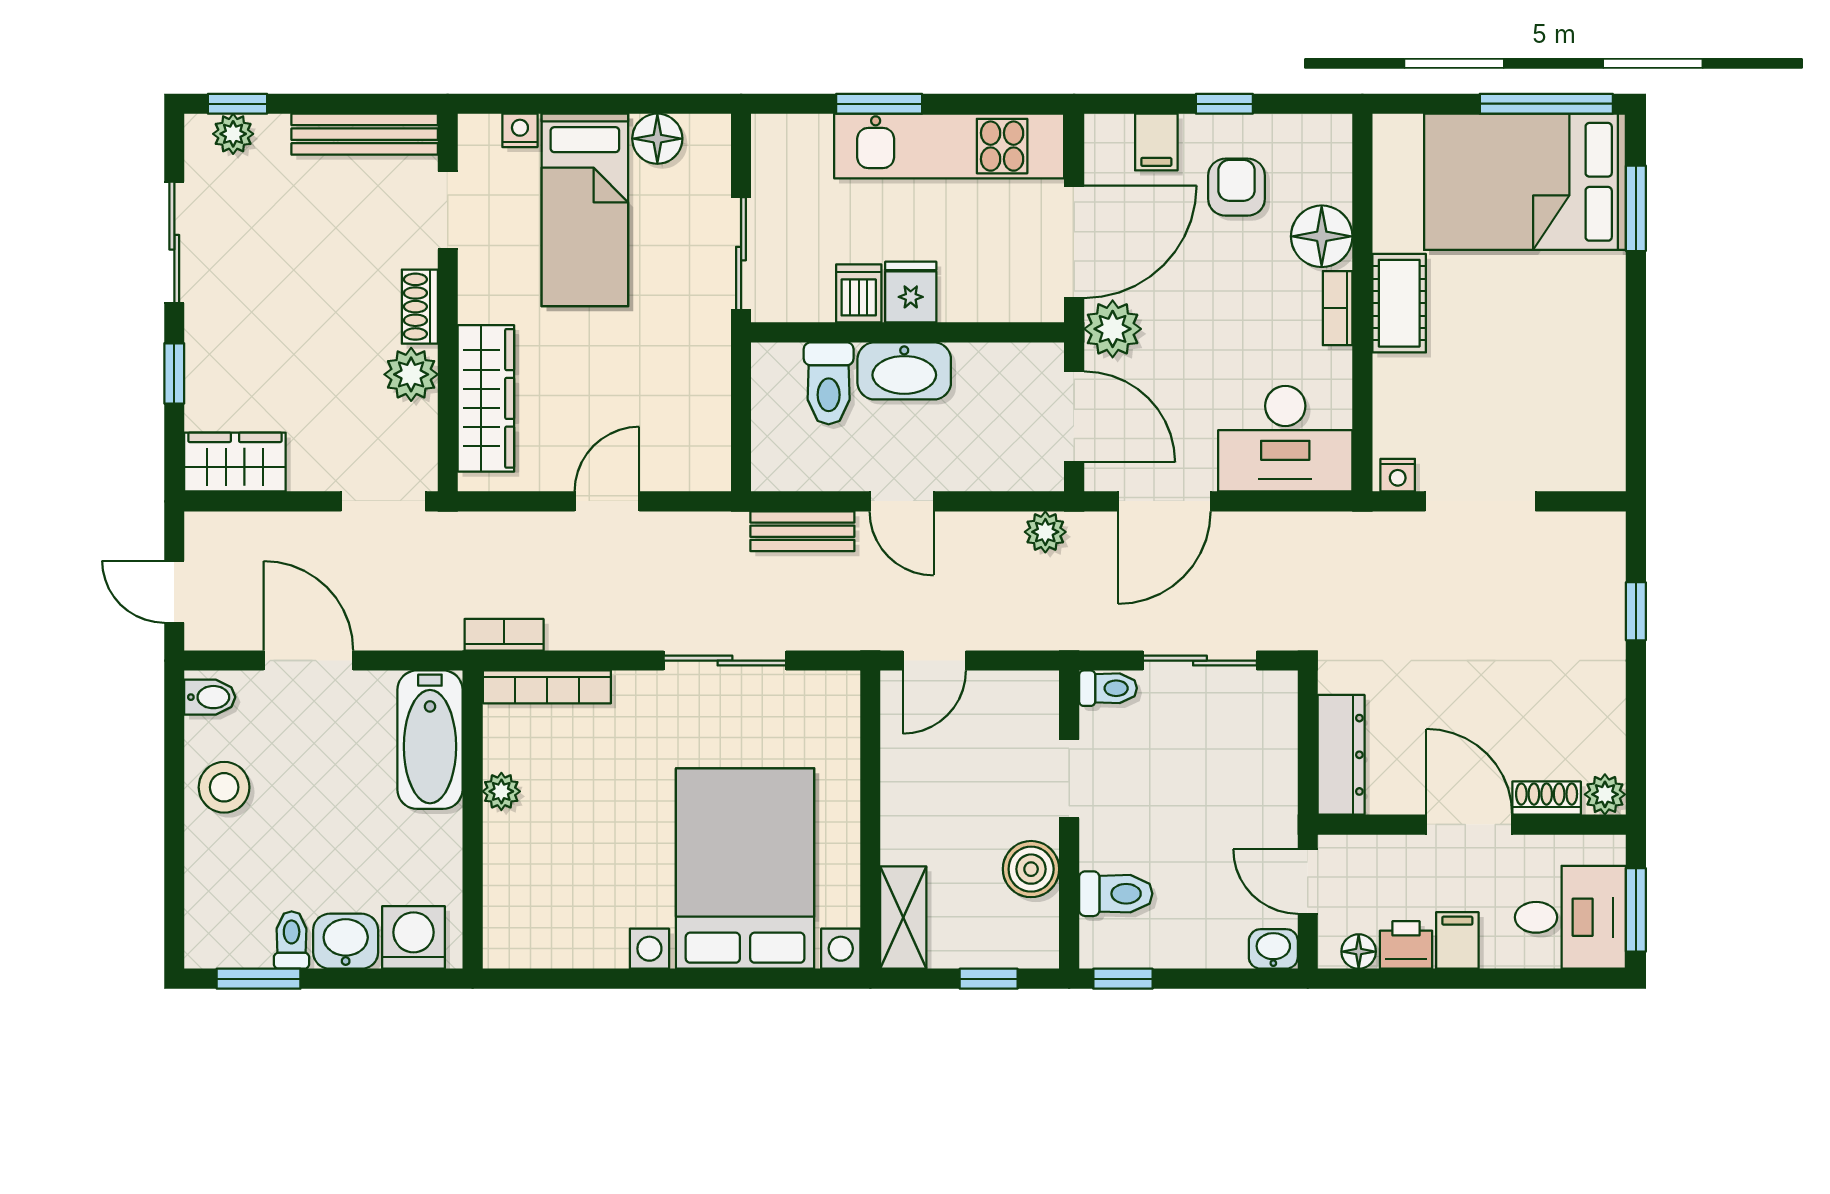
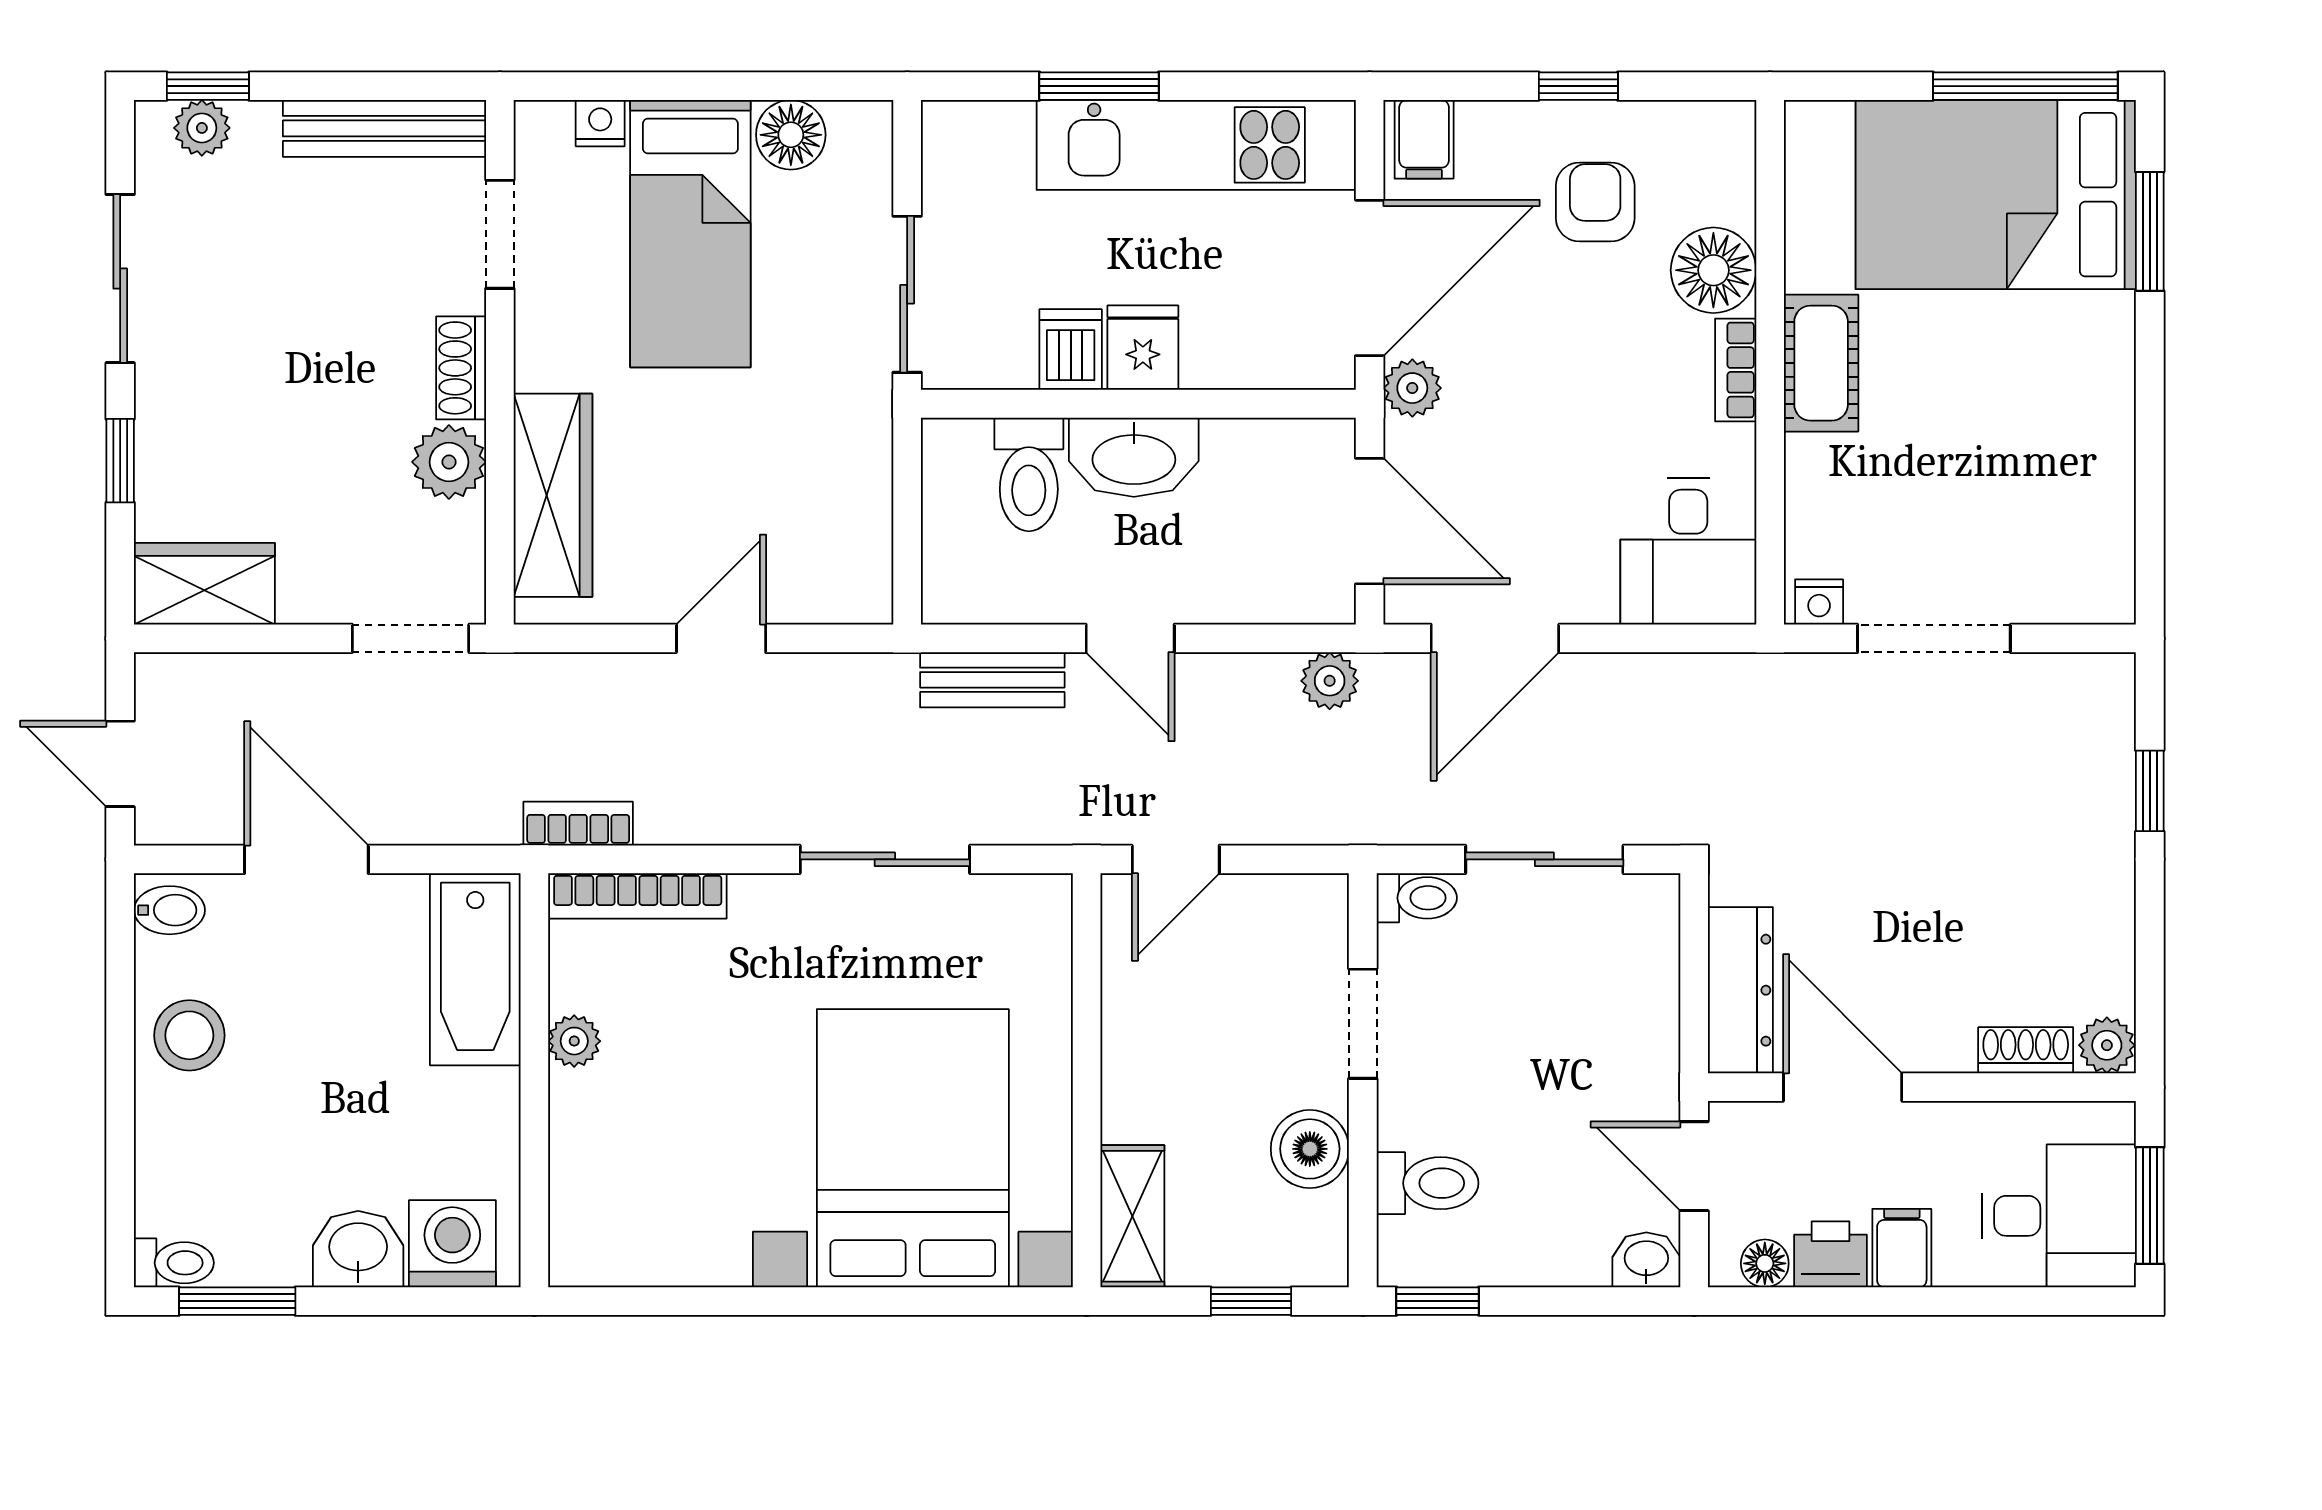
filing cabinet: (1156, 142) -> (1424, 139), moved
plant: (1113, 329) -> (1412, 388), width x0.73, depth x0.73
desk: (1285, 439) -> (1688, 551), width x0.73
door: (1469, 825) -> (1843, 1087), moved
toilet: (292, 940) -> (174, 1263), moved, turned 90

